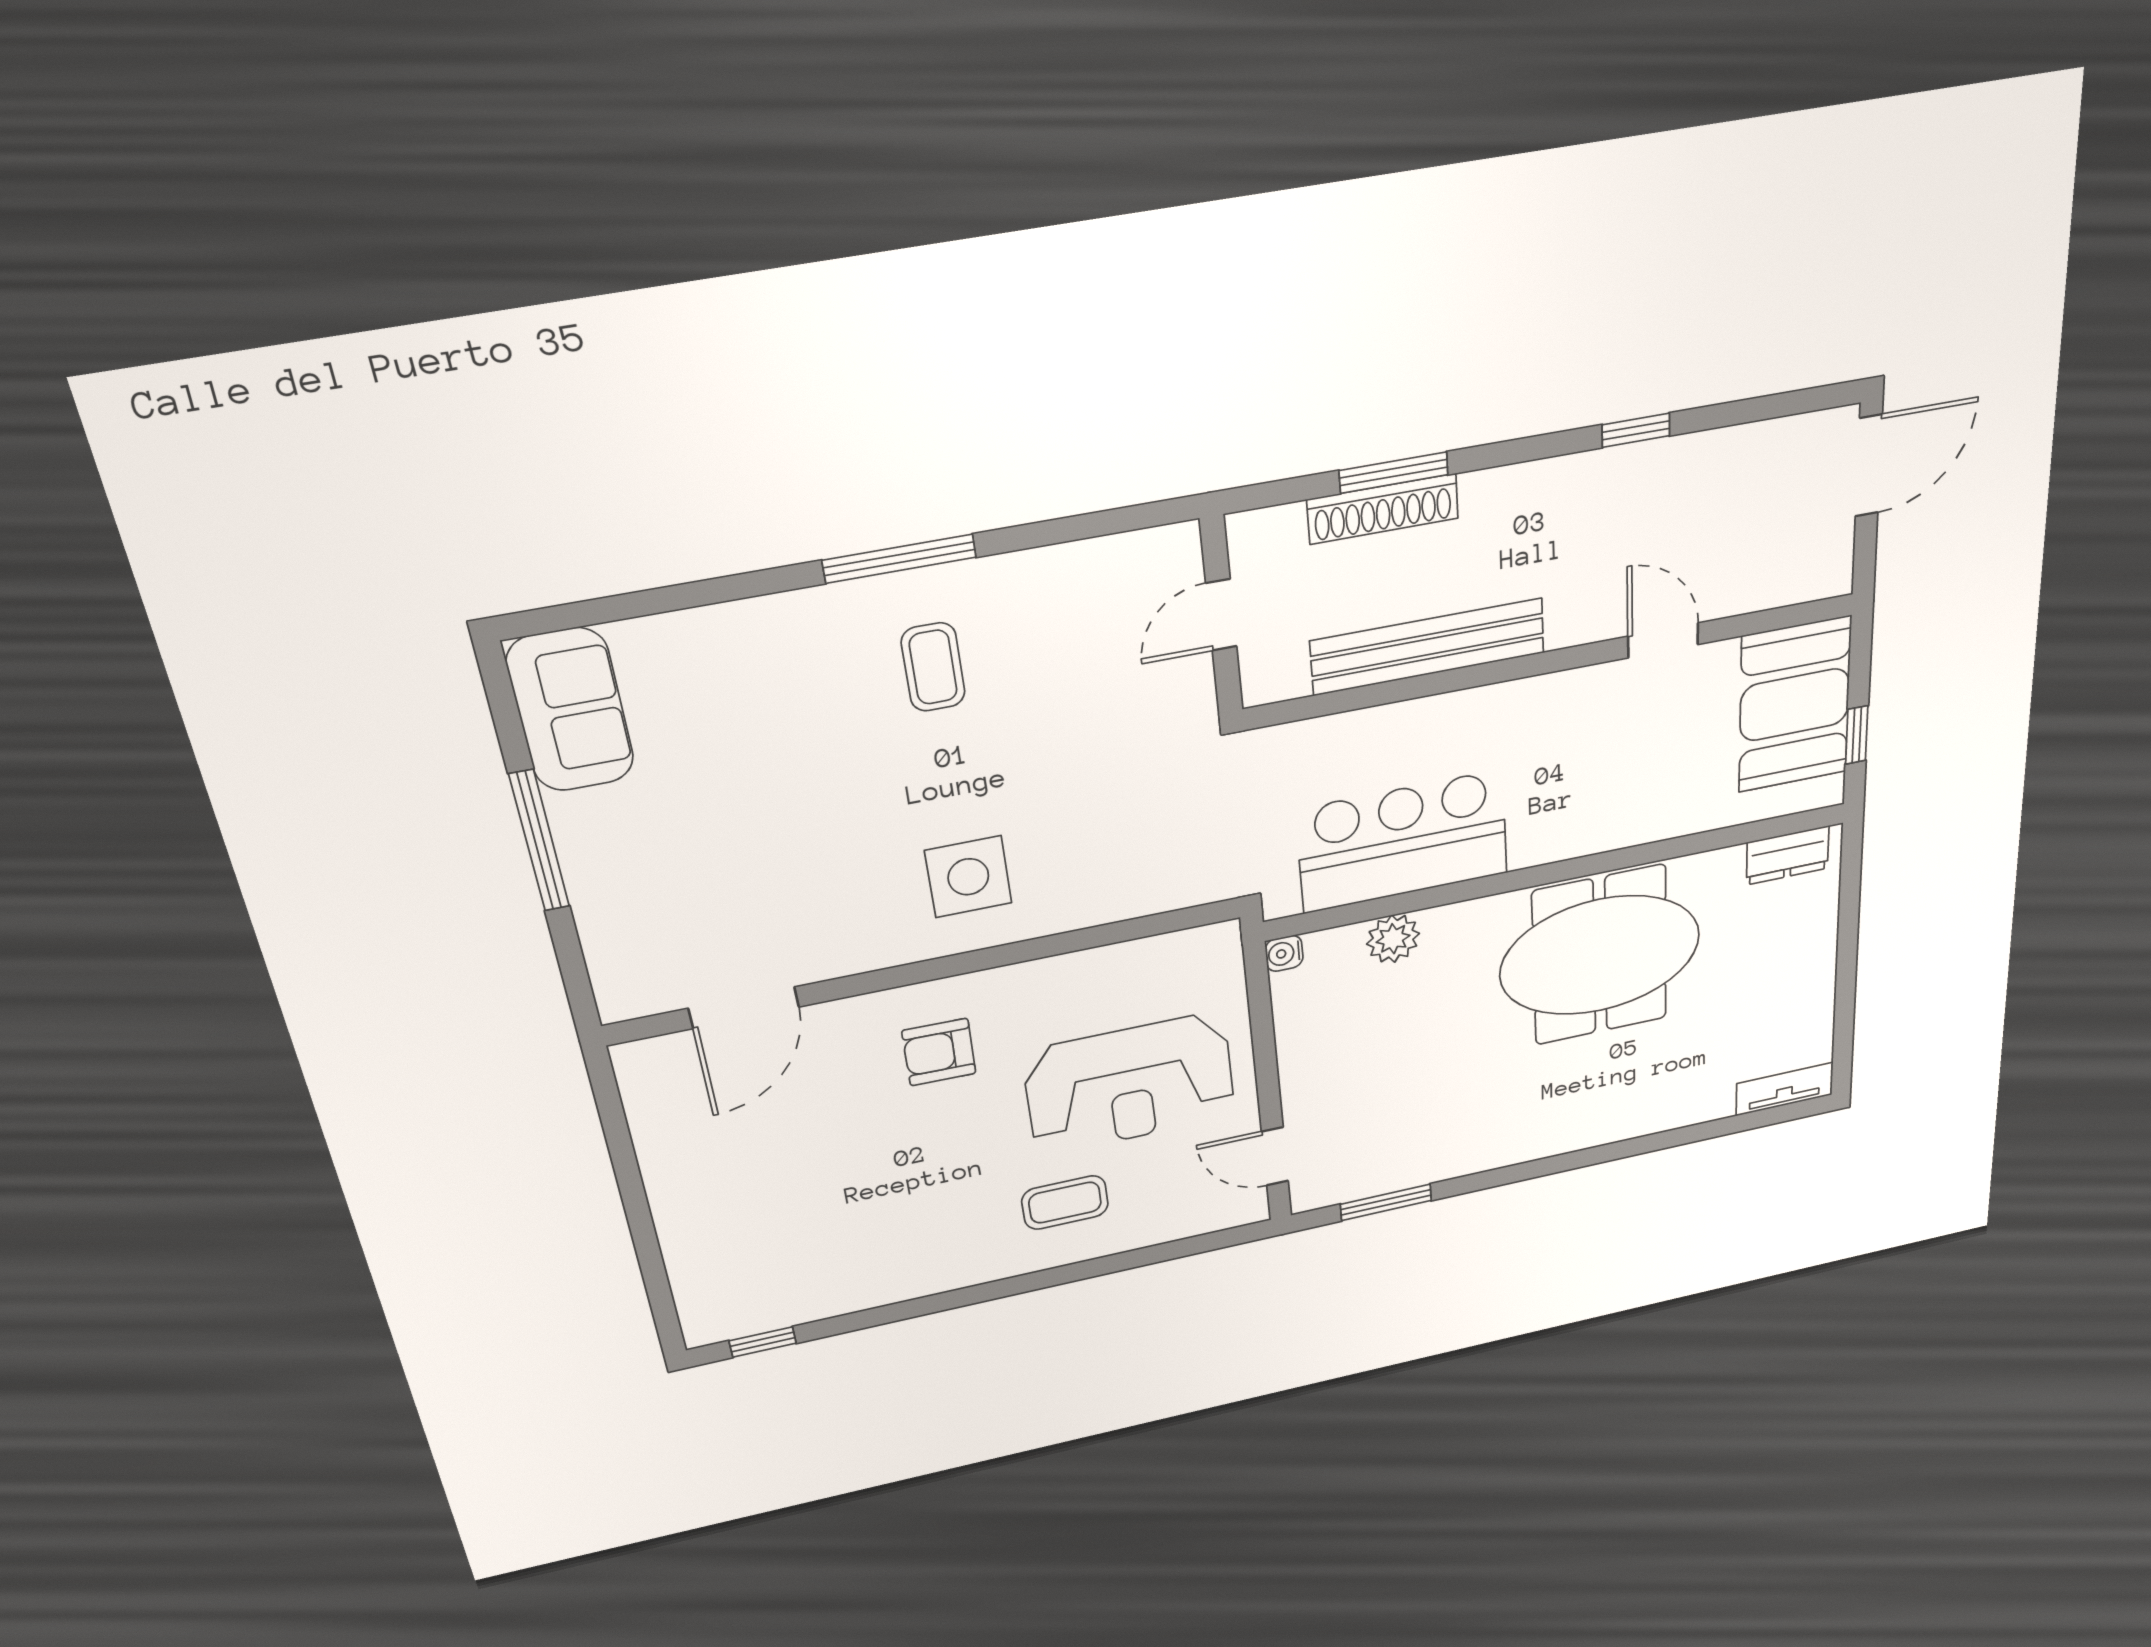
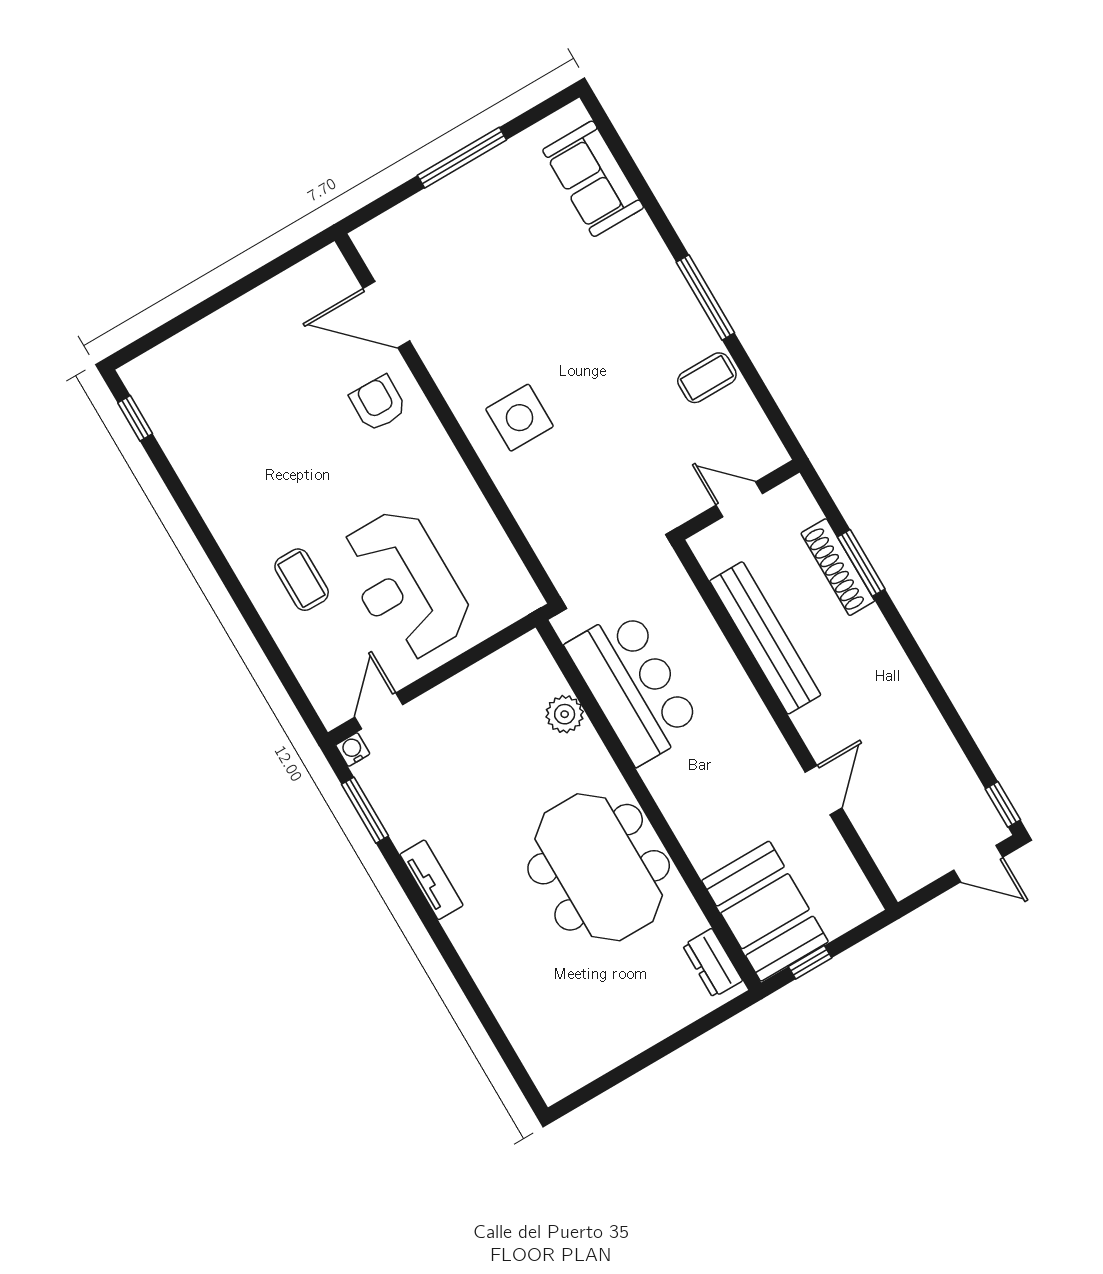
window: (1636, 430) -> (1003, 804), moved
door: (1869, 466) -> (978, 864), width x0.73
coffee table: (933, 667) -> (707, 378), moved
booth: (1795, 705) -> (765, 911), moved, turned 90
sofa: (570, 710) -> (593, 179), moved, turned 90
water cooler: (1284, 953) -> (353, 749), moved
armchair: (939, 1052) -> (378, 403), moved
tv unit: (1785, 1089) -> (431, 880), moved

